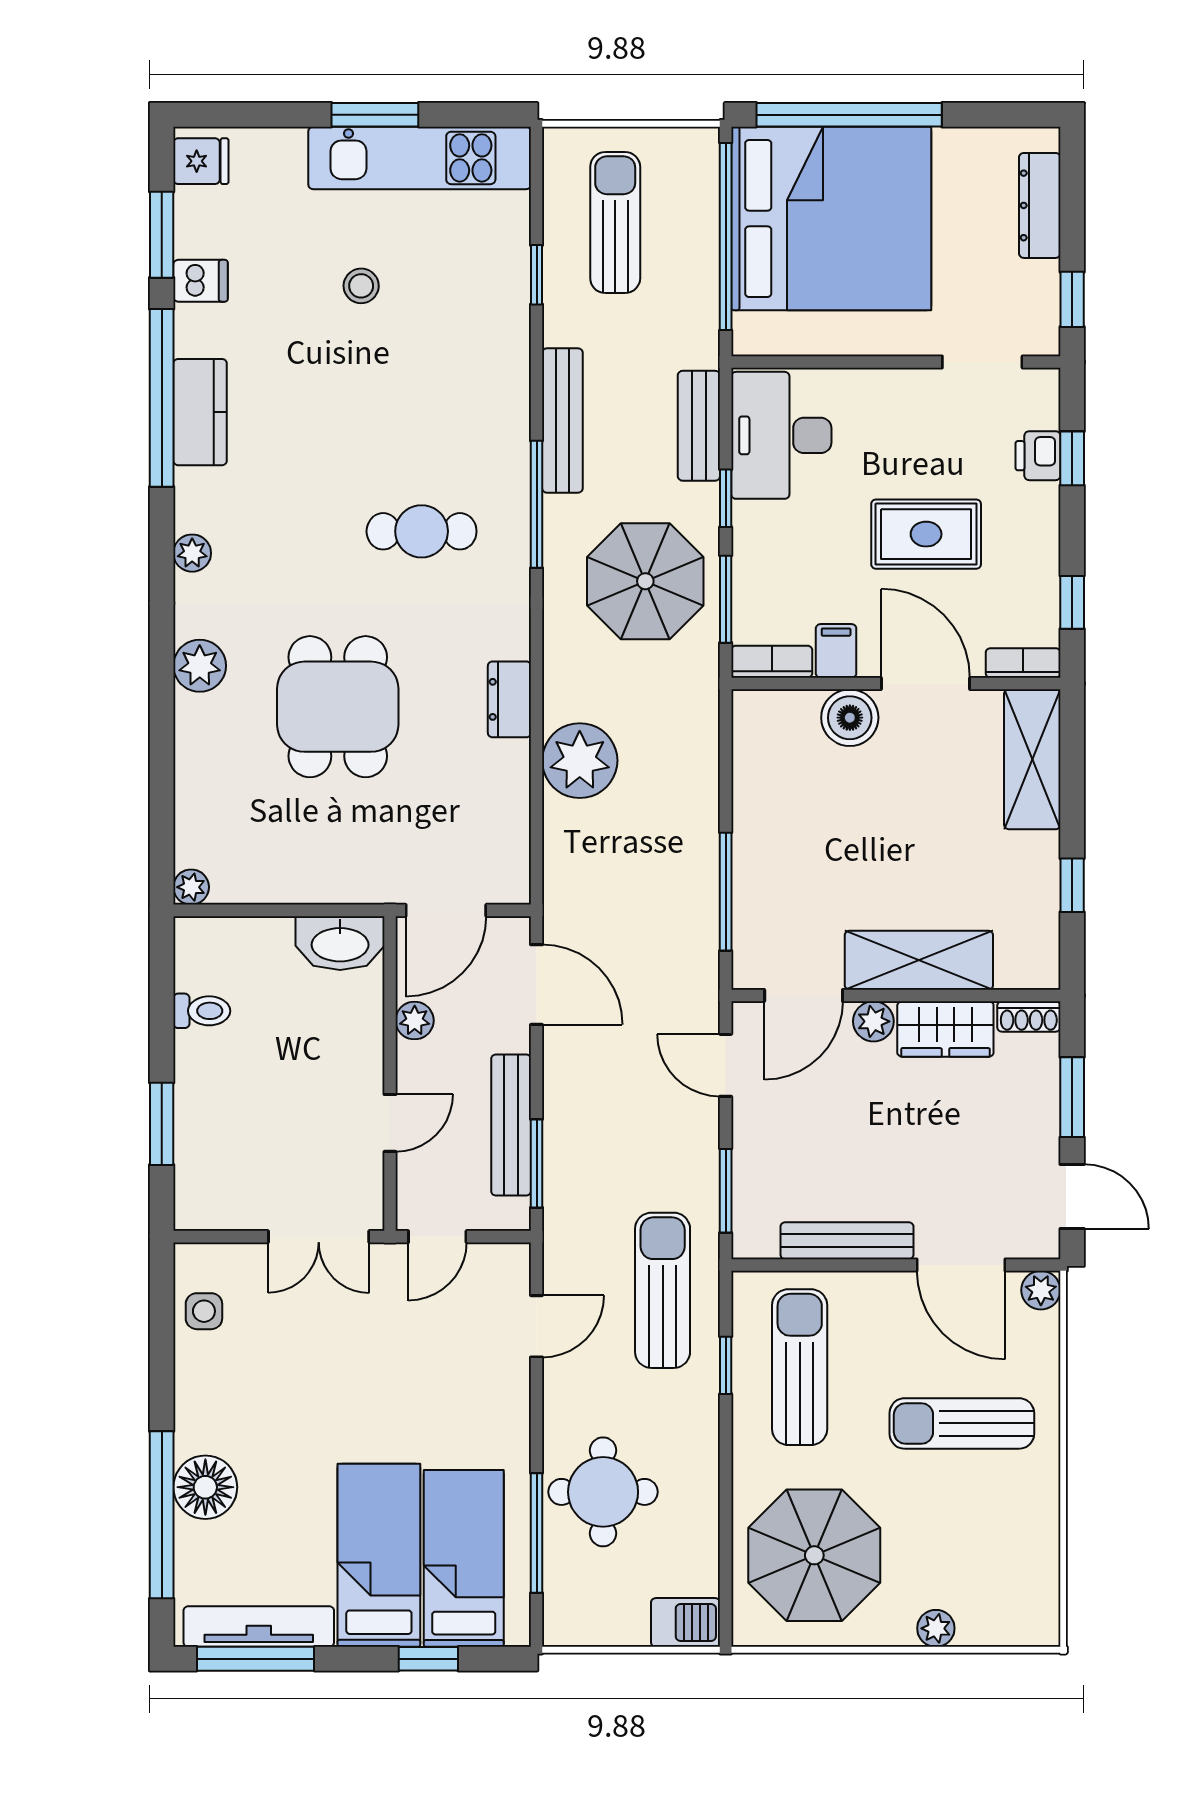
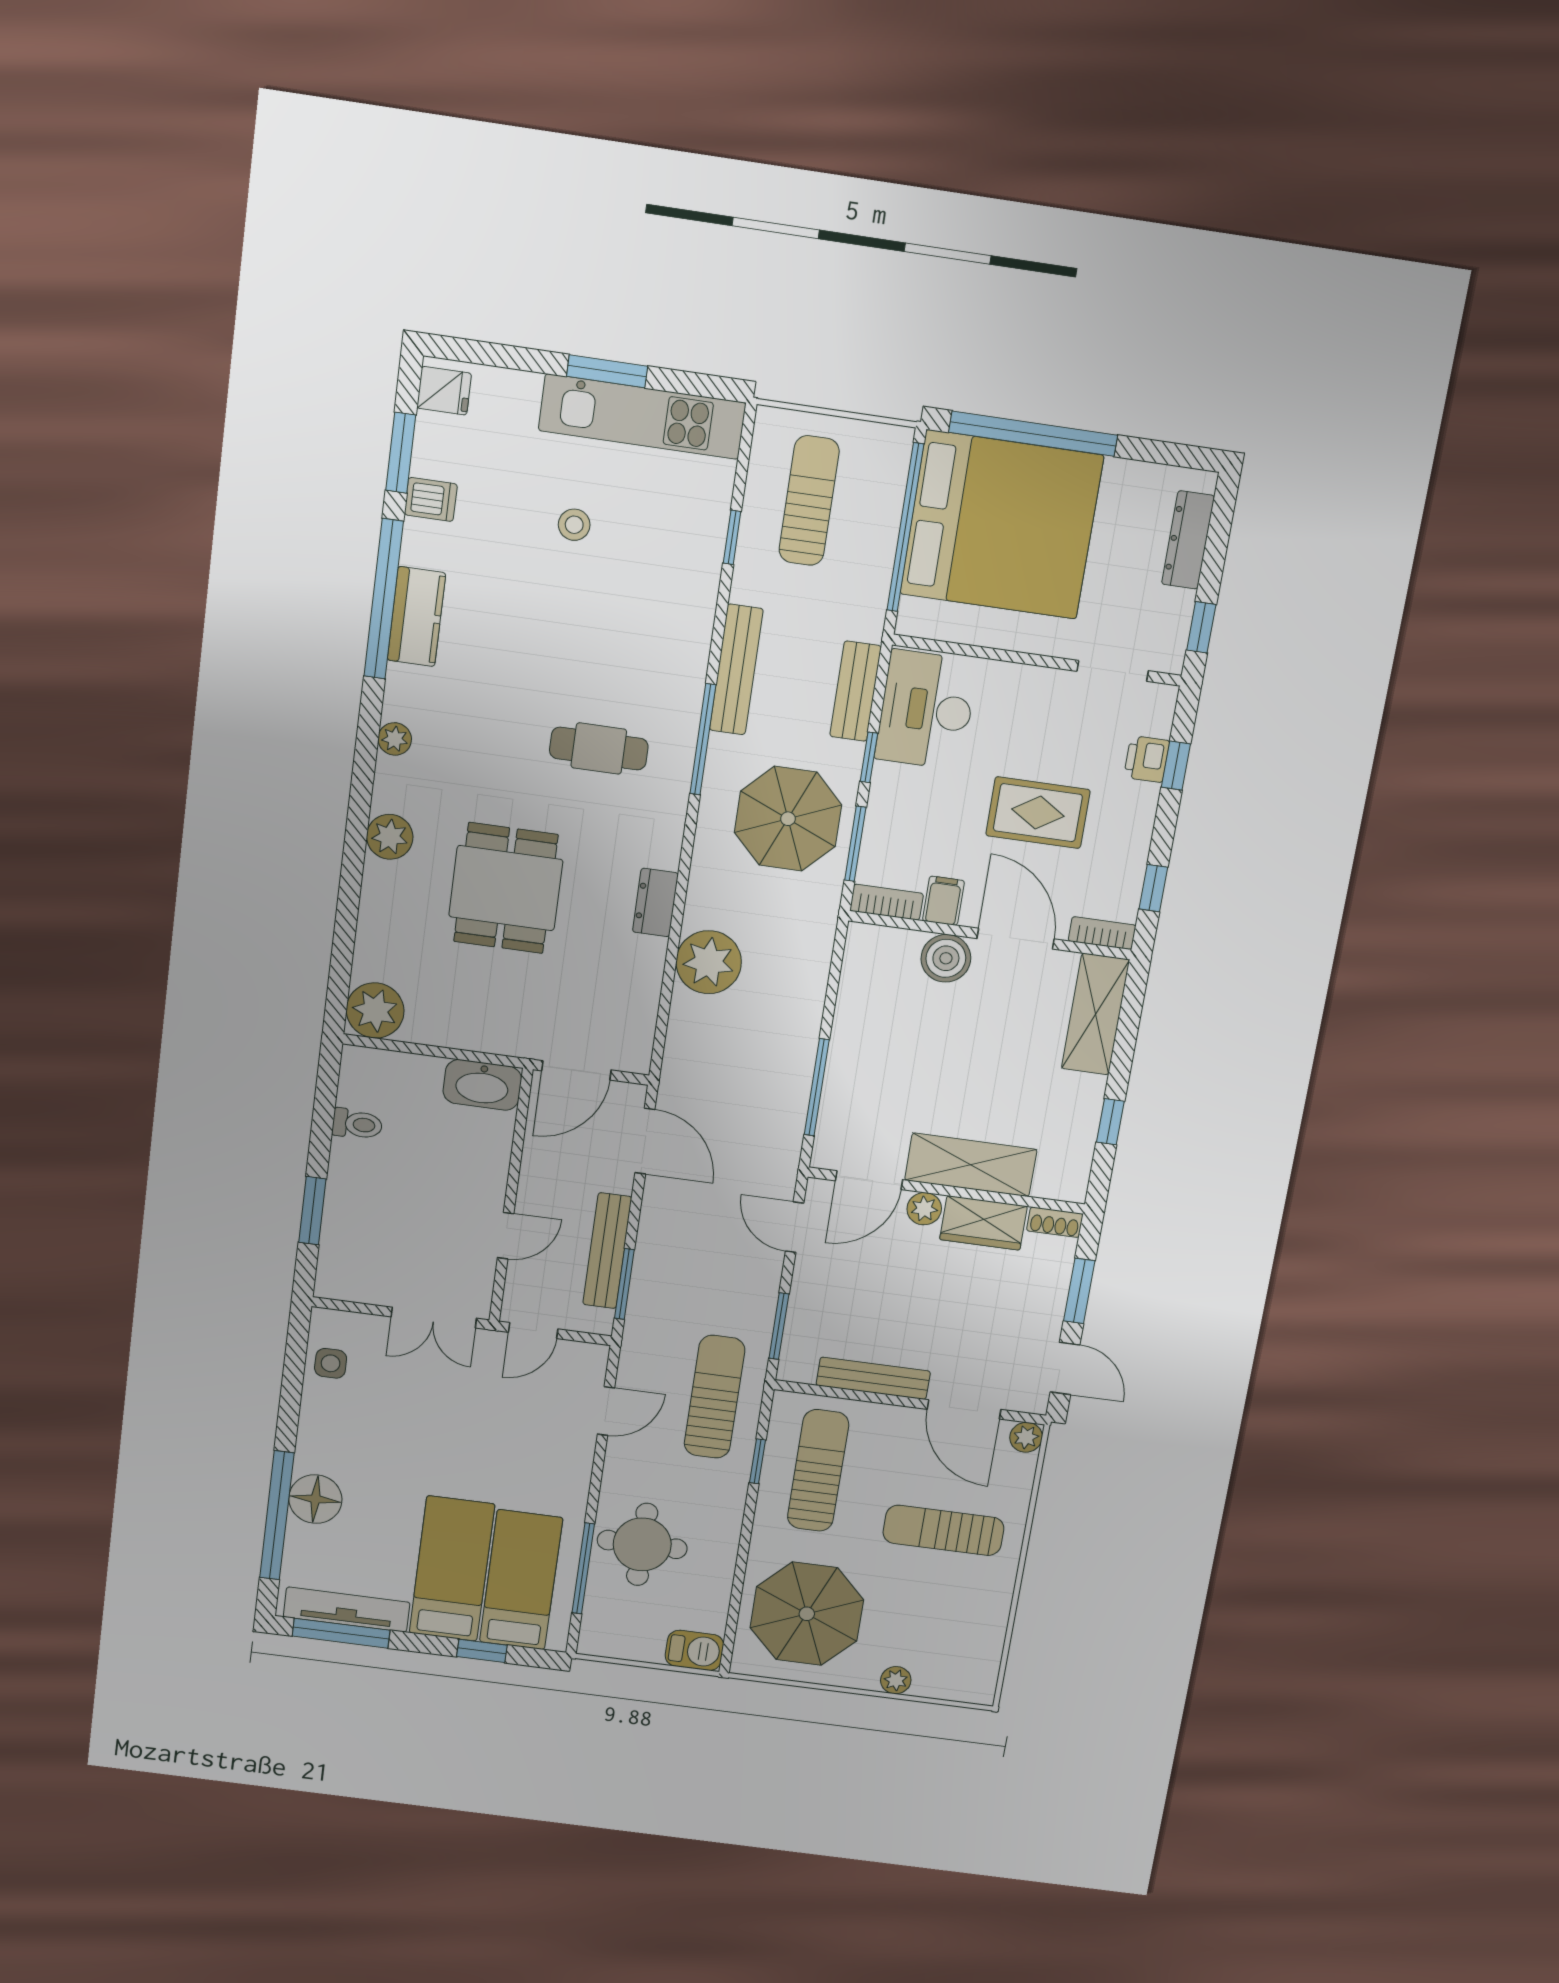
plant: (191, 887) -> (375, 1011), width x1.88, depth x1.88
plant: (415, 1021) -> (537, 1156), removed

